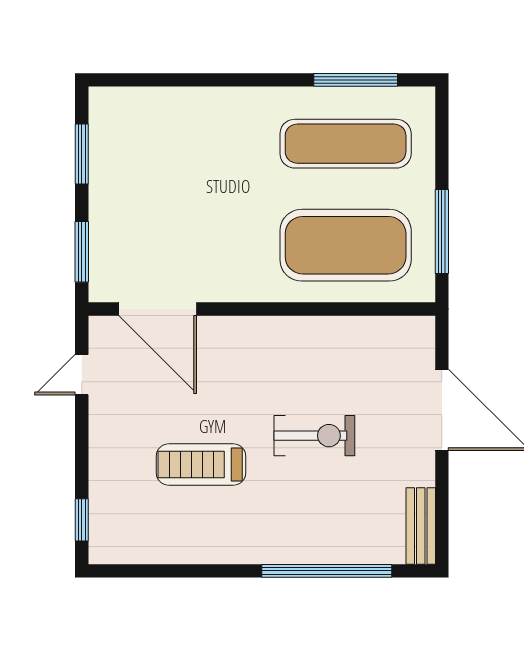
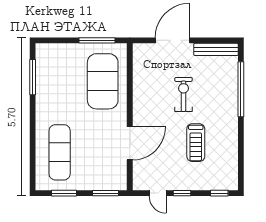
exercise mat: (346, 144) -> (60, 152), moved
door: (158, 309) -> (130, 143), moved
window: (82, 432) -> (182, 193), added
bench: (421, 526) -> (216, 49), width x1.36

